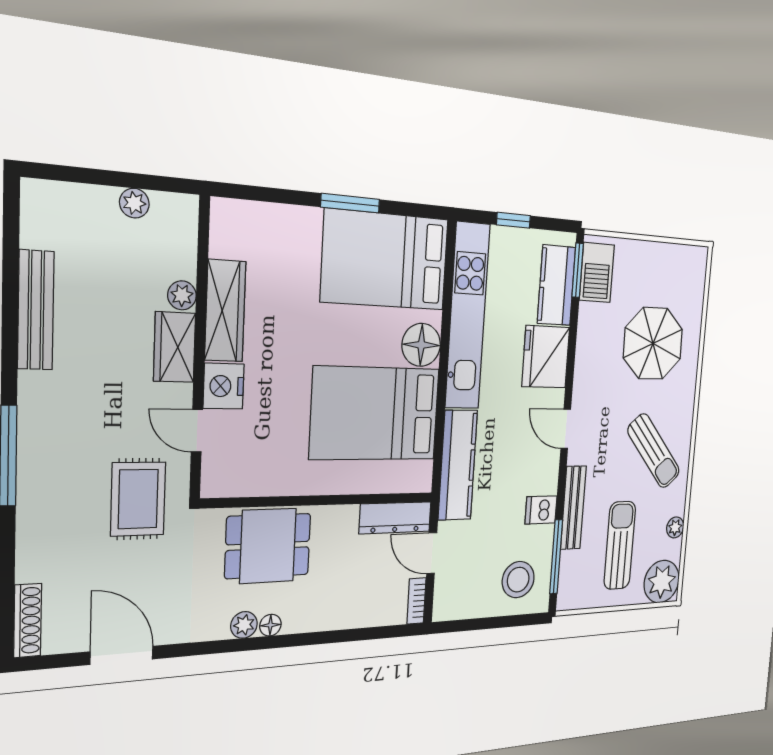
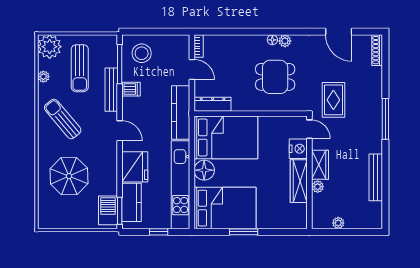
wall: (321, 500) -> (251, 114), moved
dresser: (395, 518) -> (213, 104), moved

